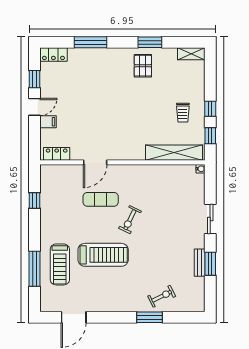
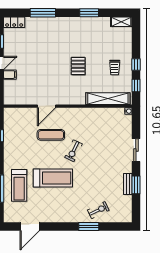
pallet: (143, 66) -> (78, 66), moved
locker: (57, 154) -> (17, 99), removed

